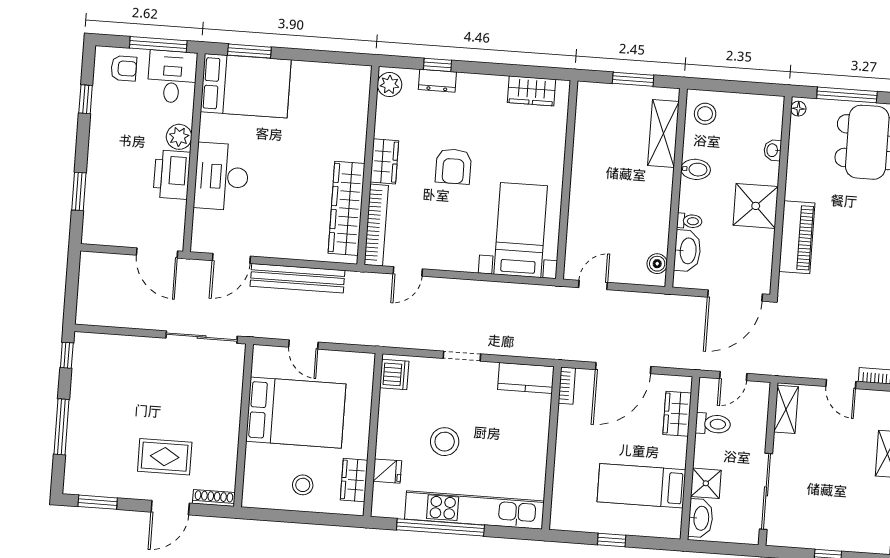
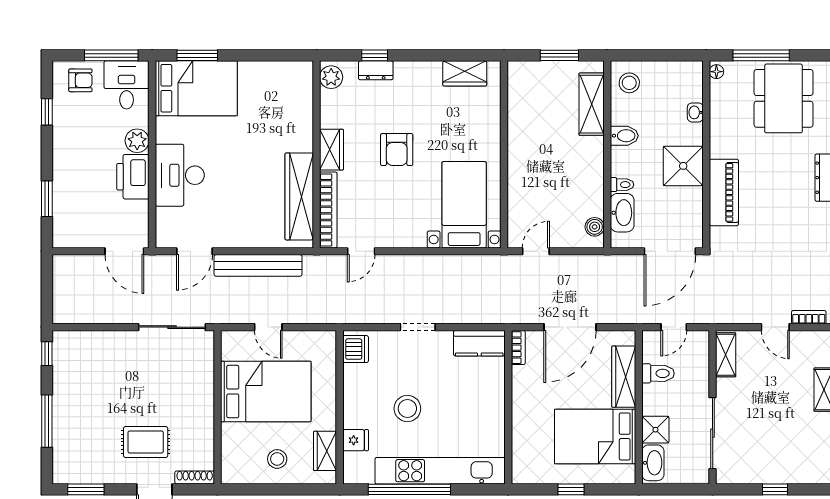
wardrobe: (677, 414) -> (624, 377), width x1.50
bed: (641, 486) -> (595, 436), width x1.50

